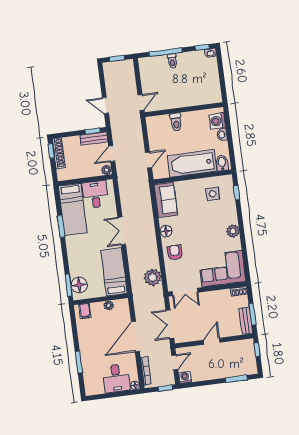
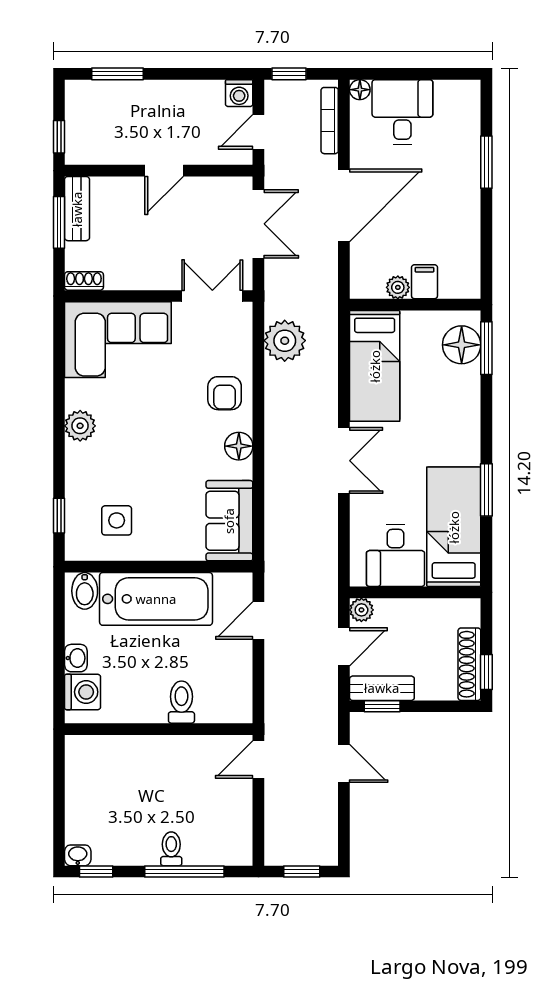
filing cabinet: (85, 311) -> (424, 282), moved

